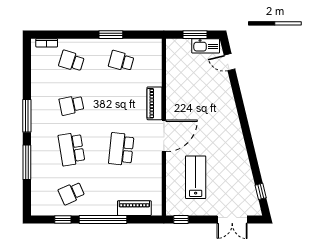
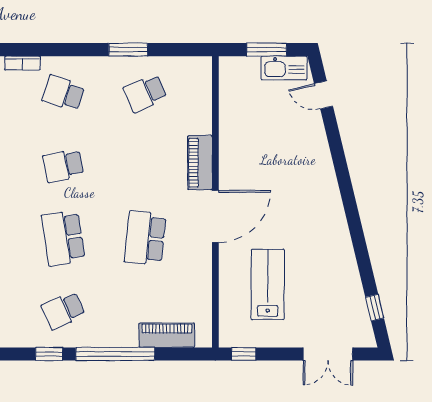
school desk: (121, 61) -> (145, 93), turned -39

